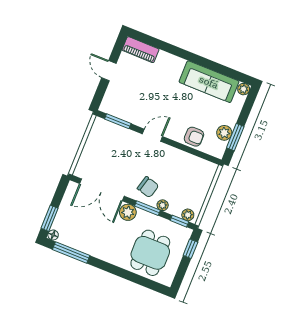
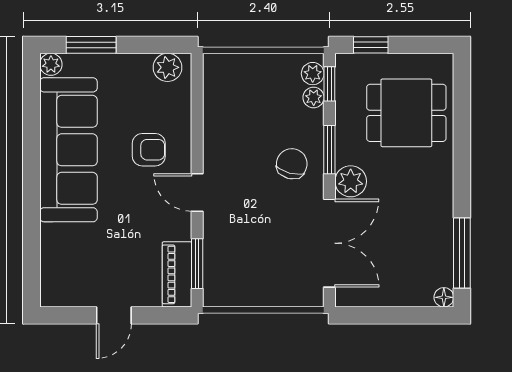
piano: (141, 50) -> (177, 274), moved, turned 180
sofa: (209, 82) -> (68, 150), width x1.36, depth x1.27
plant: (224, 133) -> (168, 67), moved
armchair: (194, 137) -> (149, 150), moved, turned 90
window: (235, 137) -> (91, 45), moved
plant: (163, 205) -> (314, 98), moved
window: (50, 218) -> (417, 315), removed

